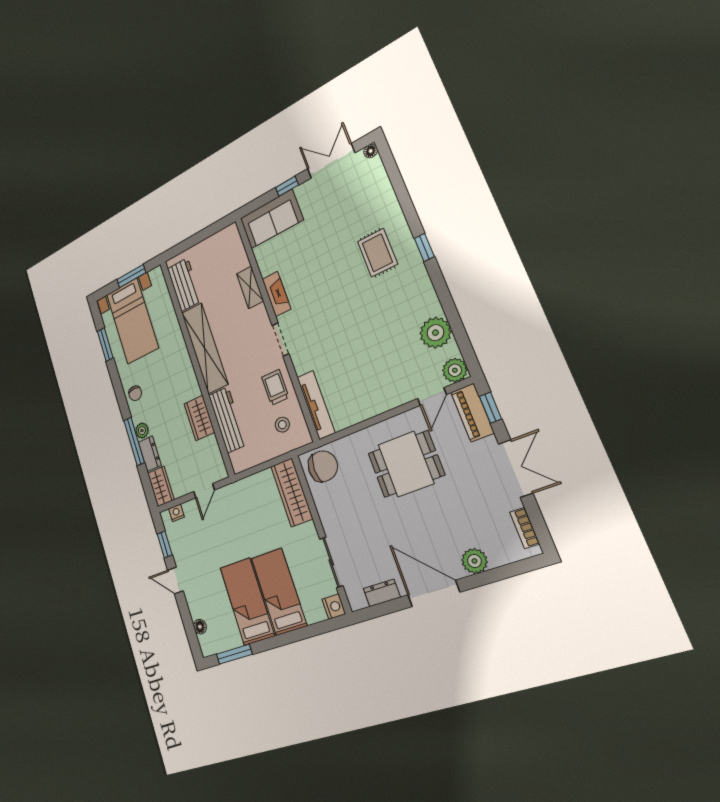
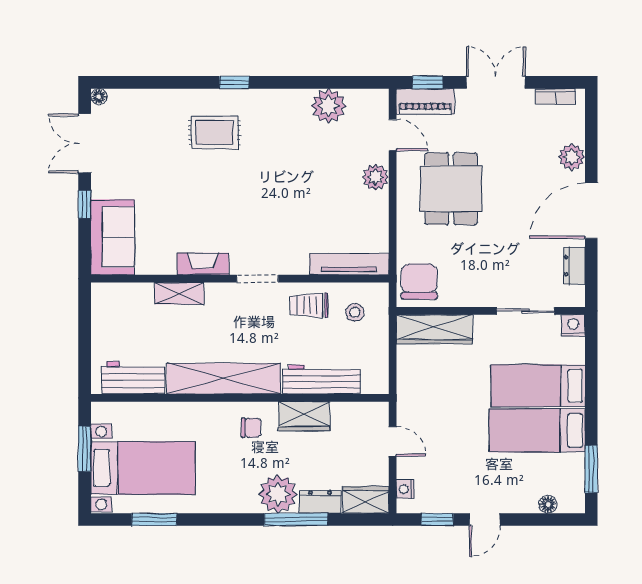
plant: (455, 370) -> (376, 177), moved
chair: (135, 393) -> (251, 428), moved
plant: (142, 431) -> (278, 494), width x1.88, depth x1.88

